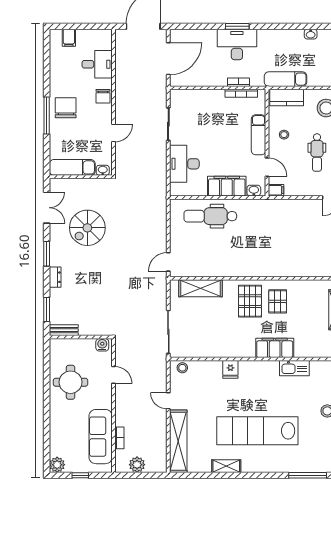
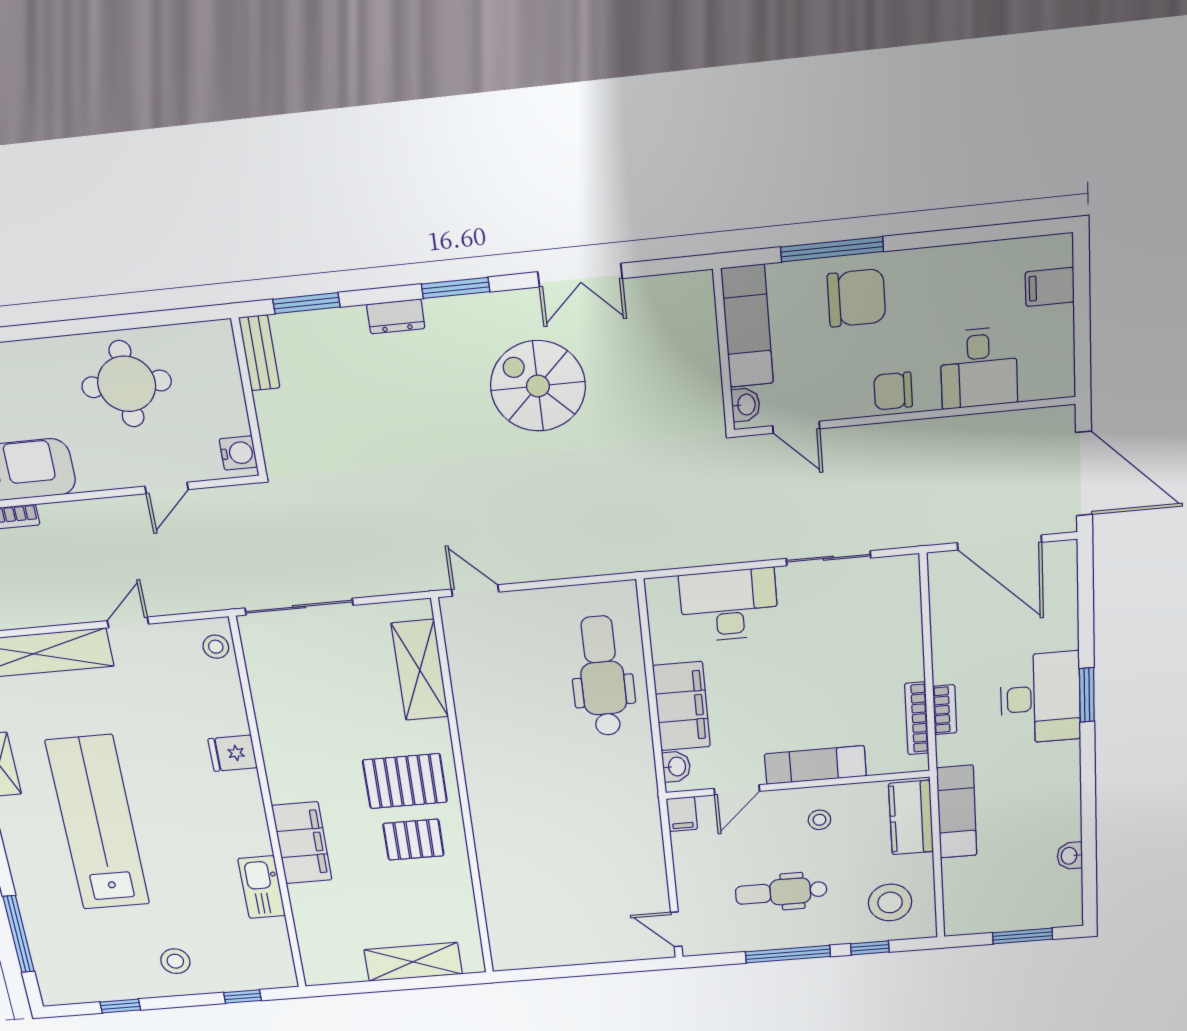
exam couch: (72, 167) -> (747, 326), moved
washbasin: (103, 170) -> (746, 405), moved
wall: (81, 177) -> (724, 351), moved

